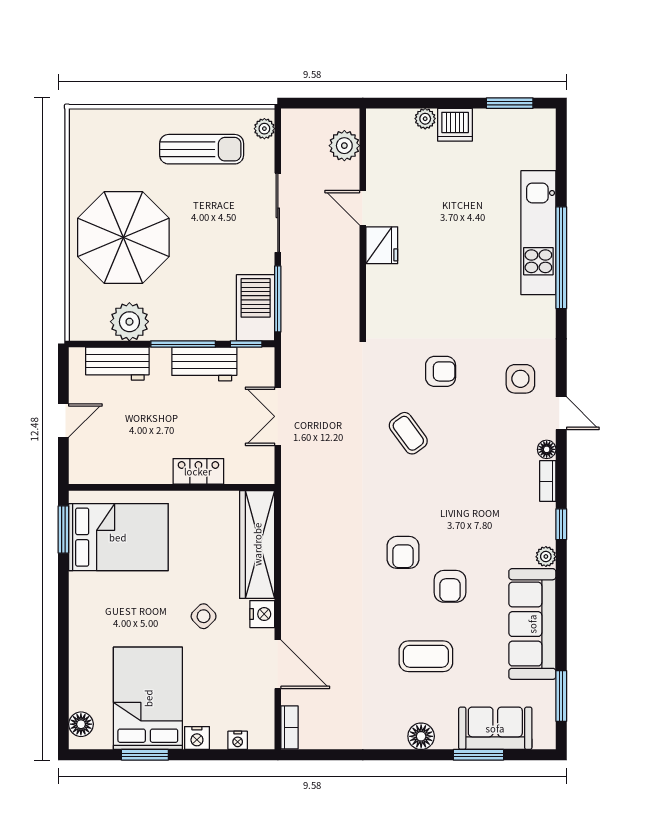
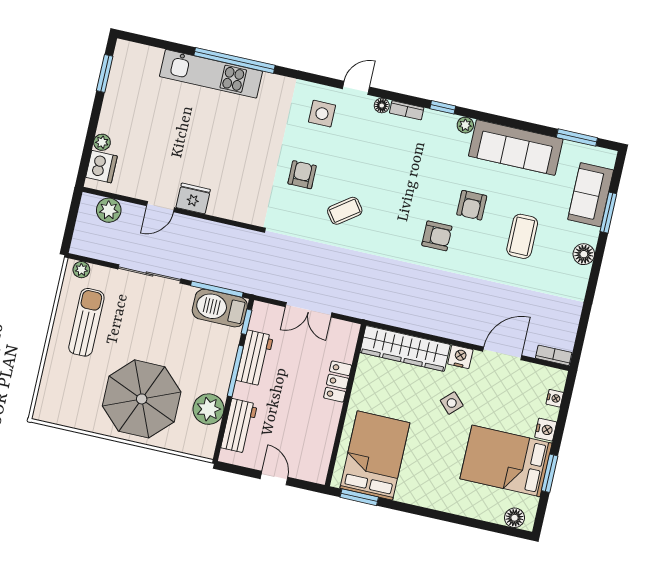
dishwasher: (455, 125) -> (101, 167), moved
armchair: (450, 586) -> (472, 205), turned 90

